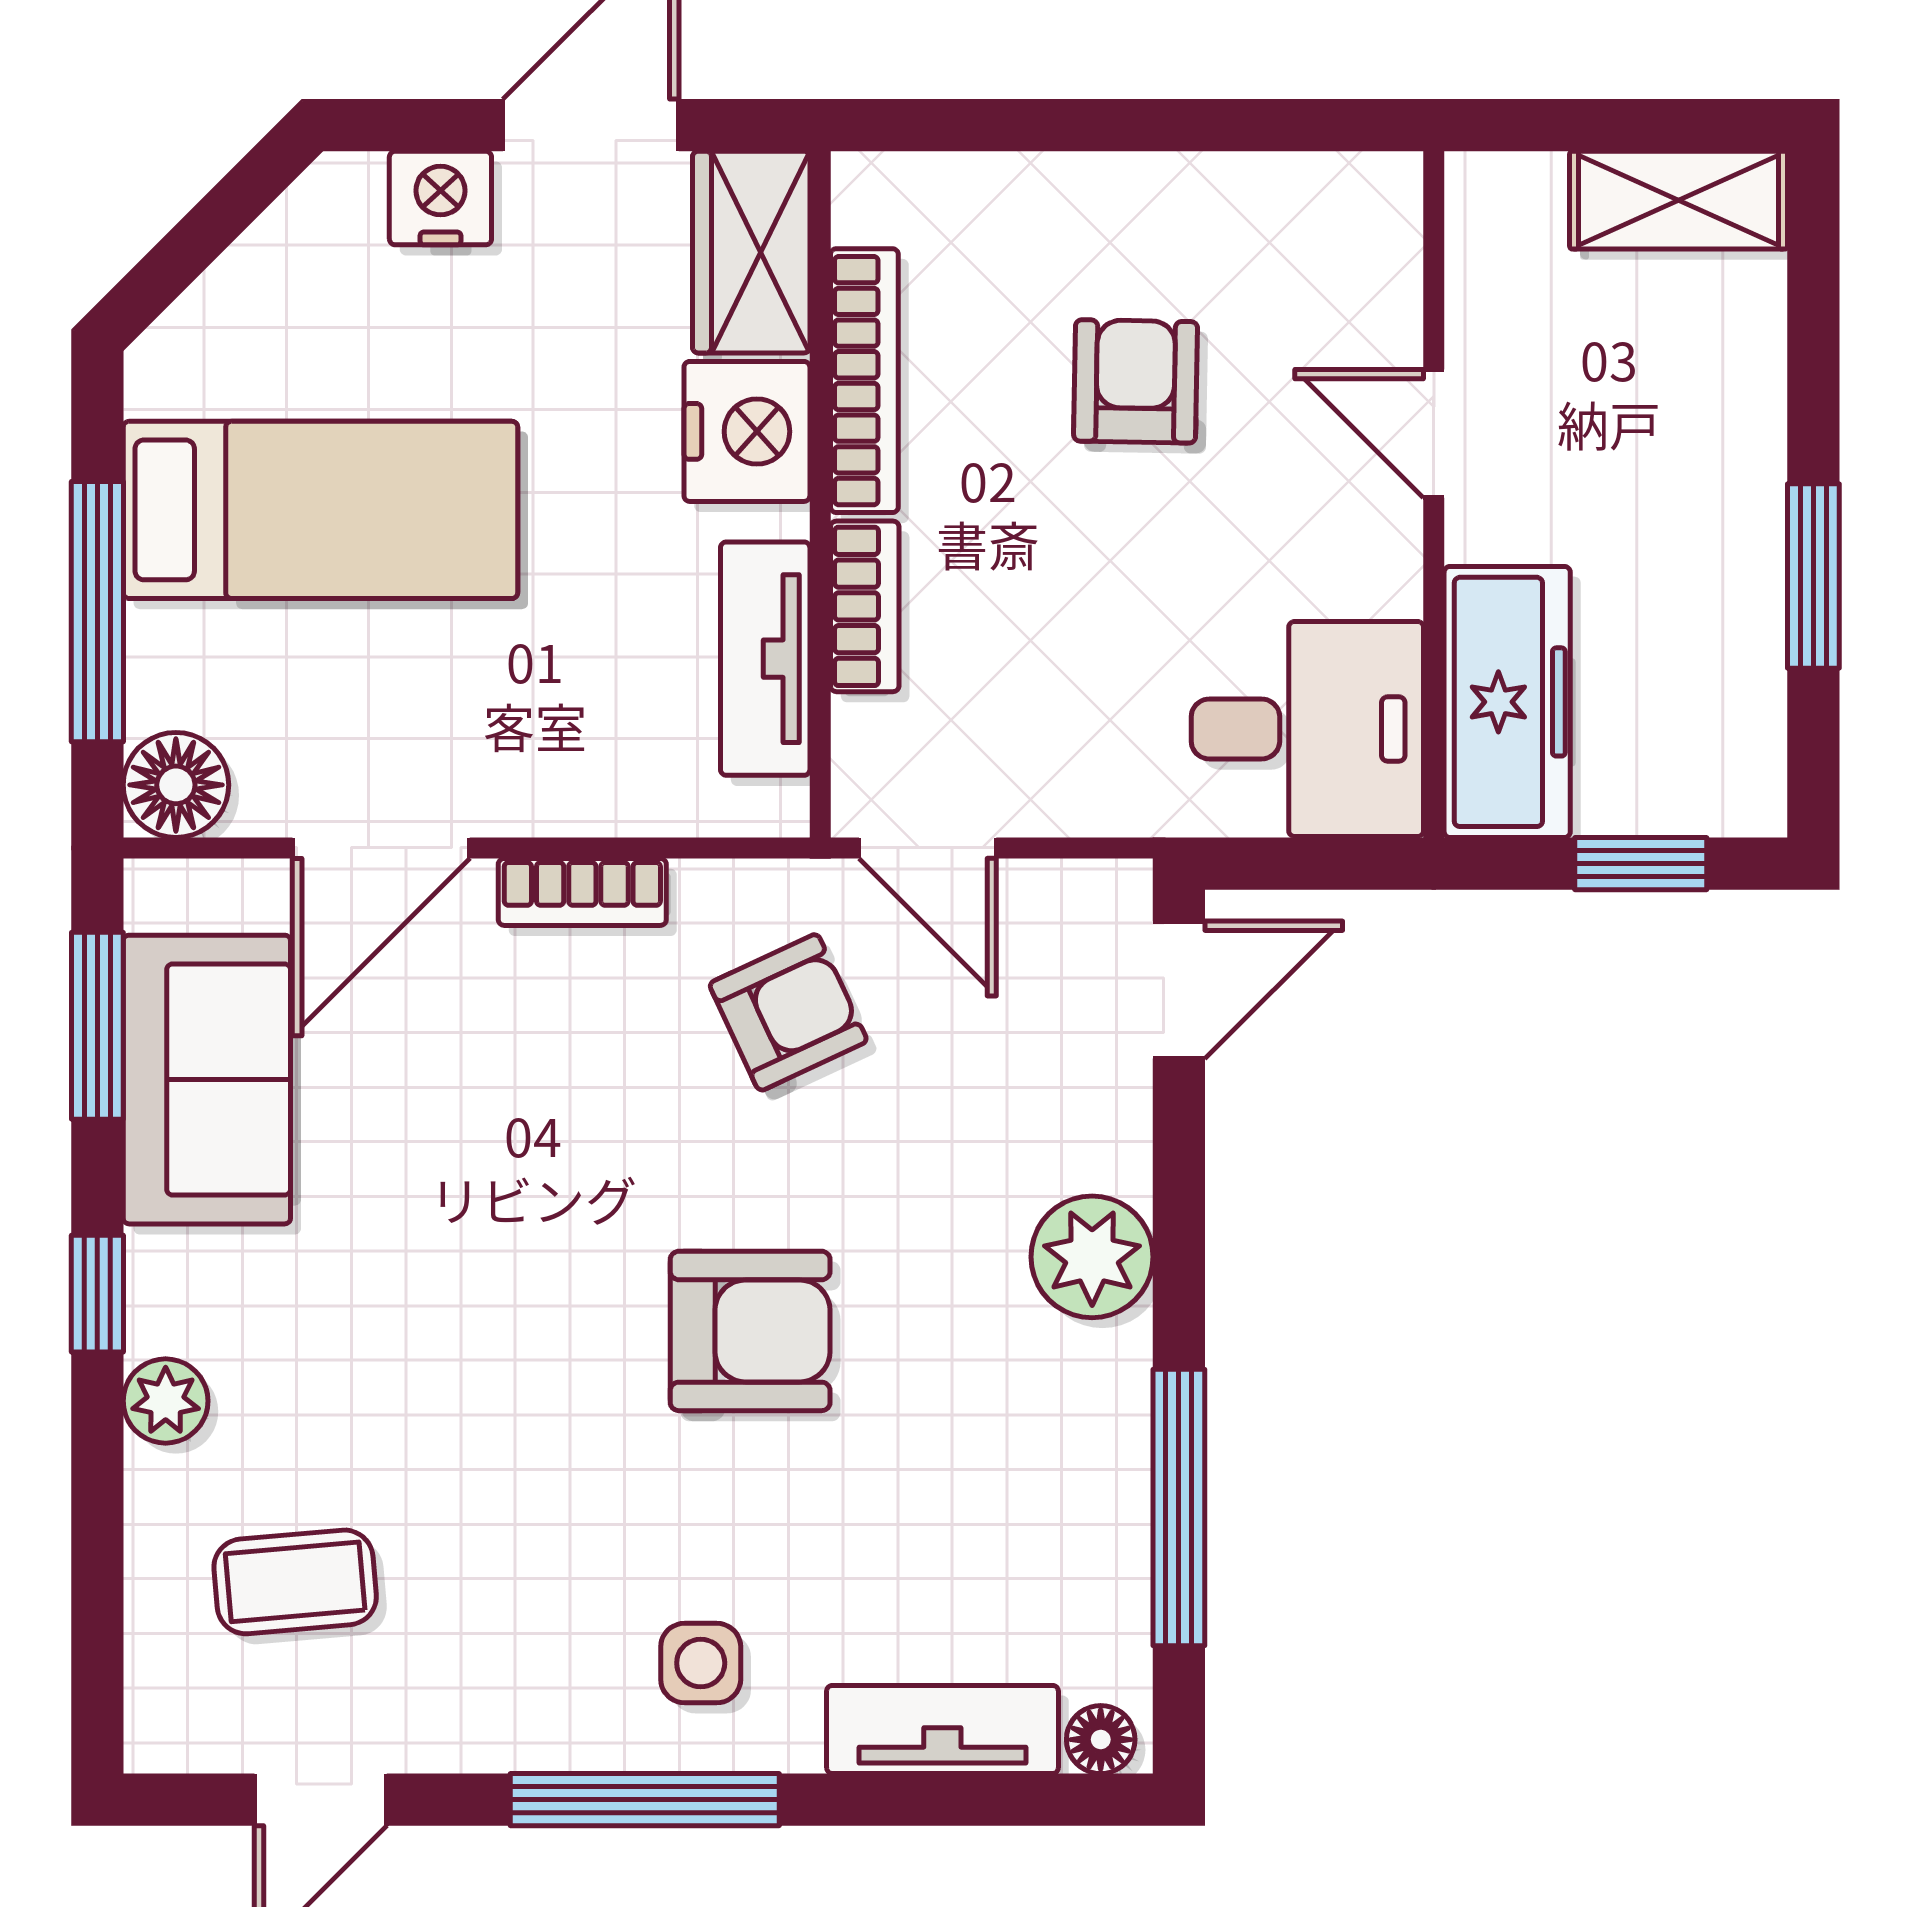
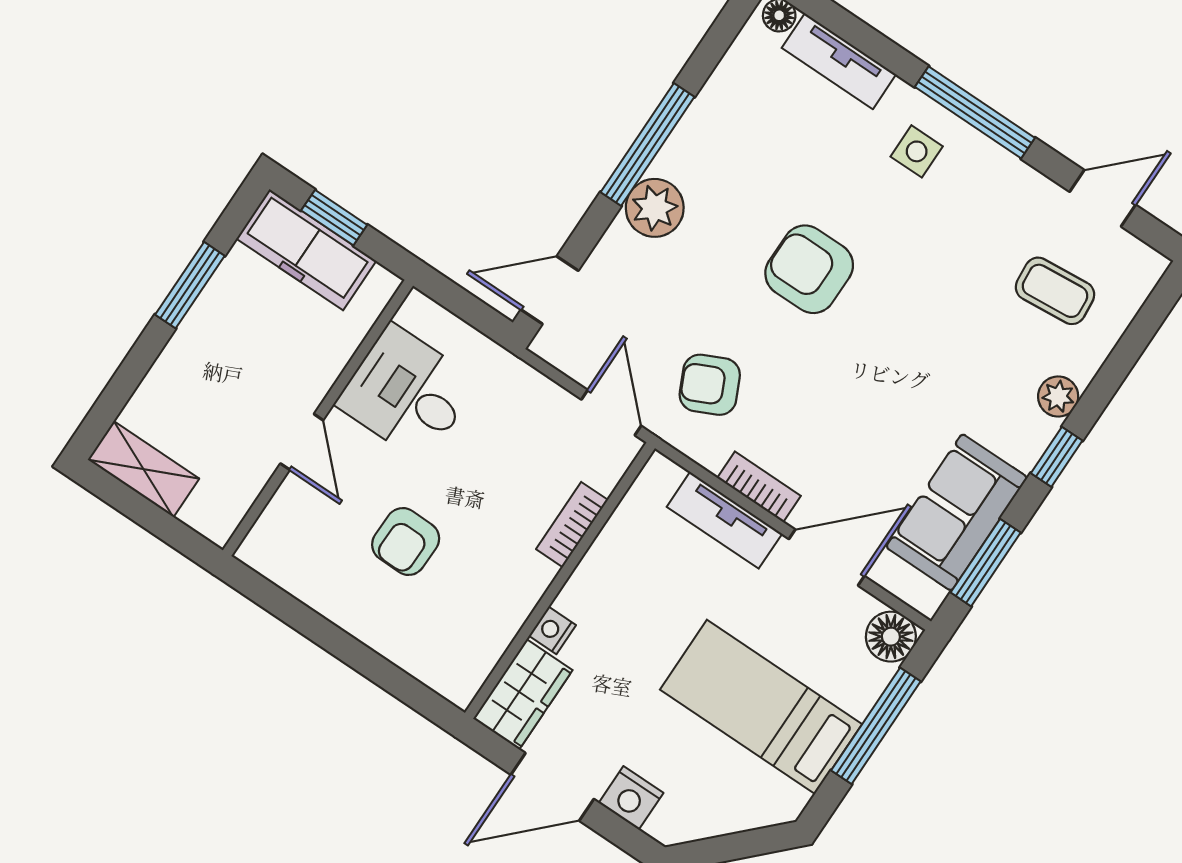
bookcase: (864, 381) -> (512, 614), removed
nightstand: (747, 431) -> (552, 630), width x0.53, depth x0.56
tv unit: (765, 659) -> (724, 520), moved, turned 90
freezer: (1507, 702) -> (306, 250), moved, turned -90
desk: (1307, 729) -> (407, 393), moved
window: (1179, 1508) -> (648, 145), moved

